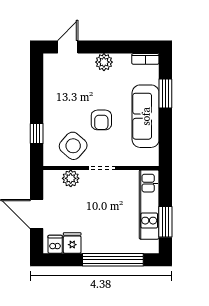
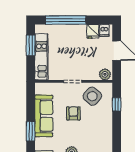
plant: (71, 178) -> (105, 74), moved

